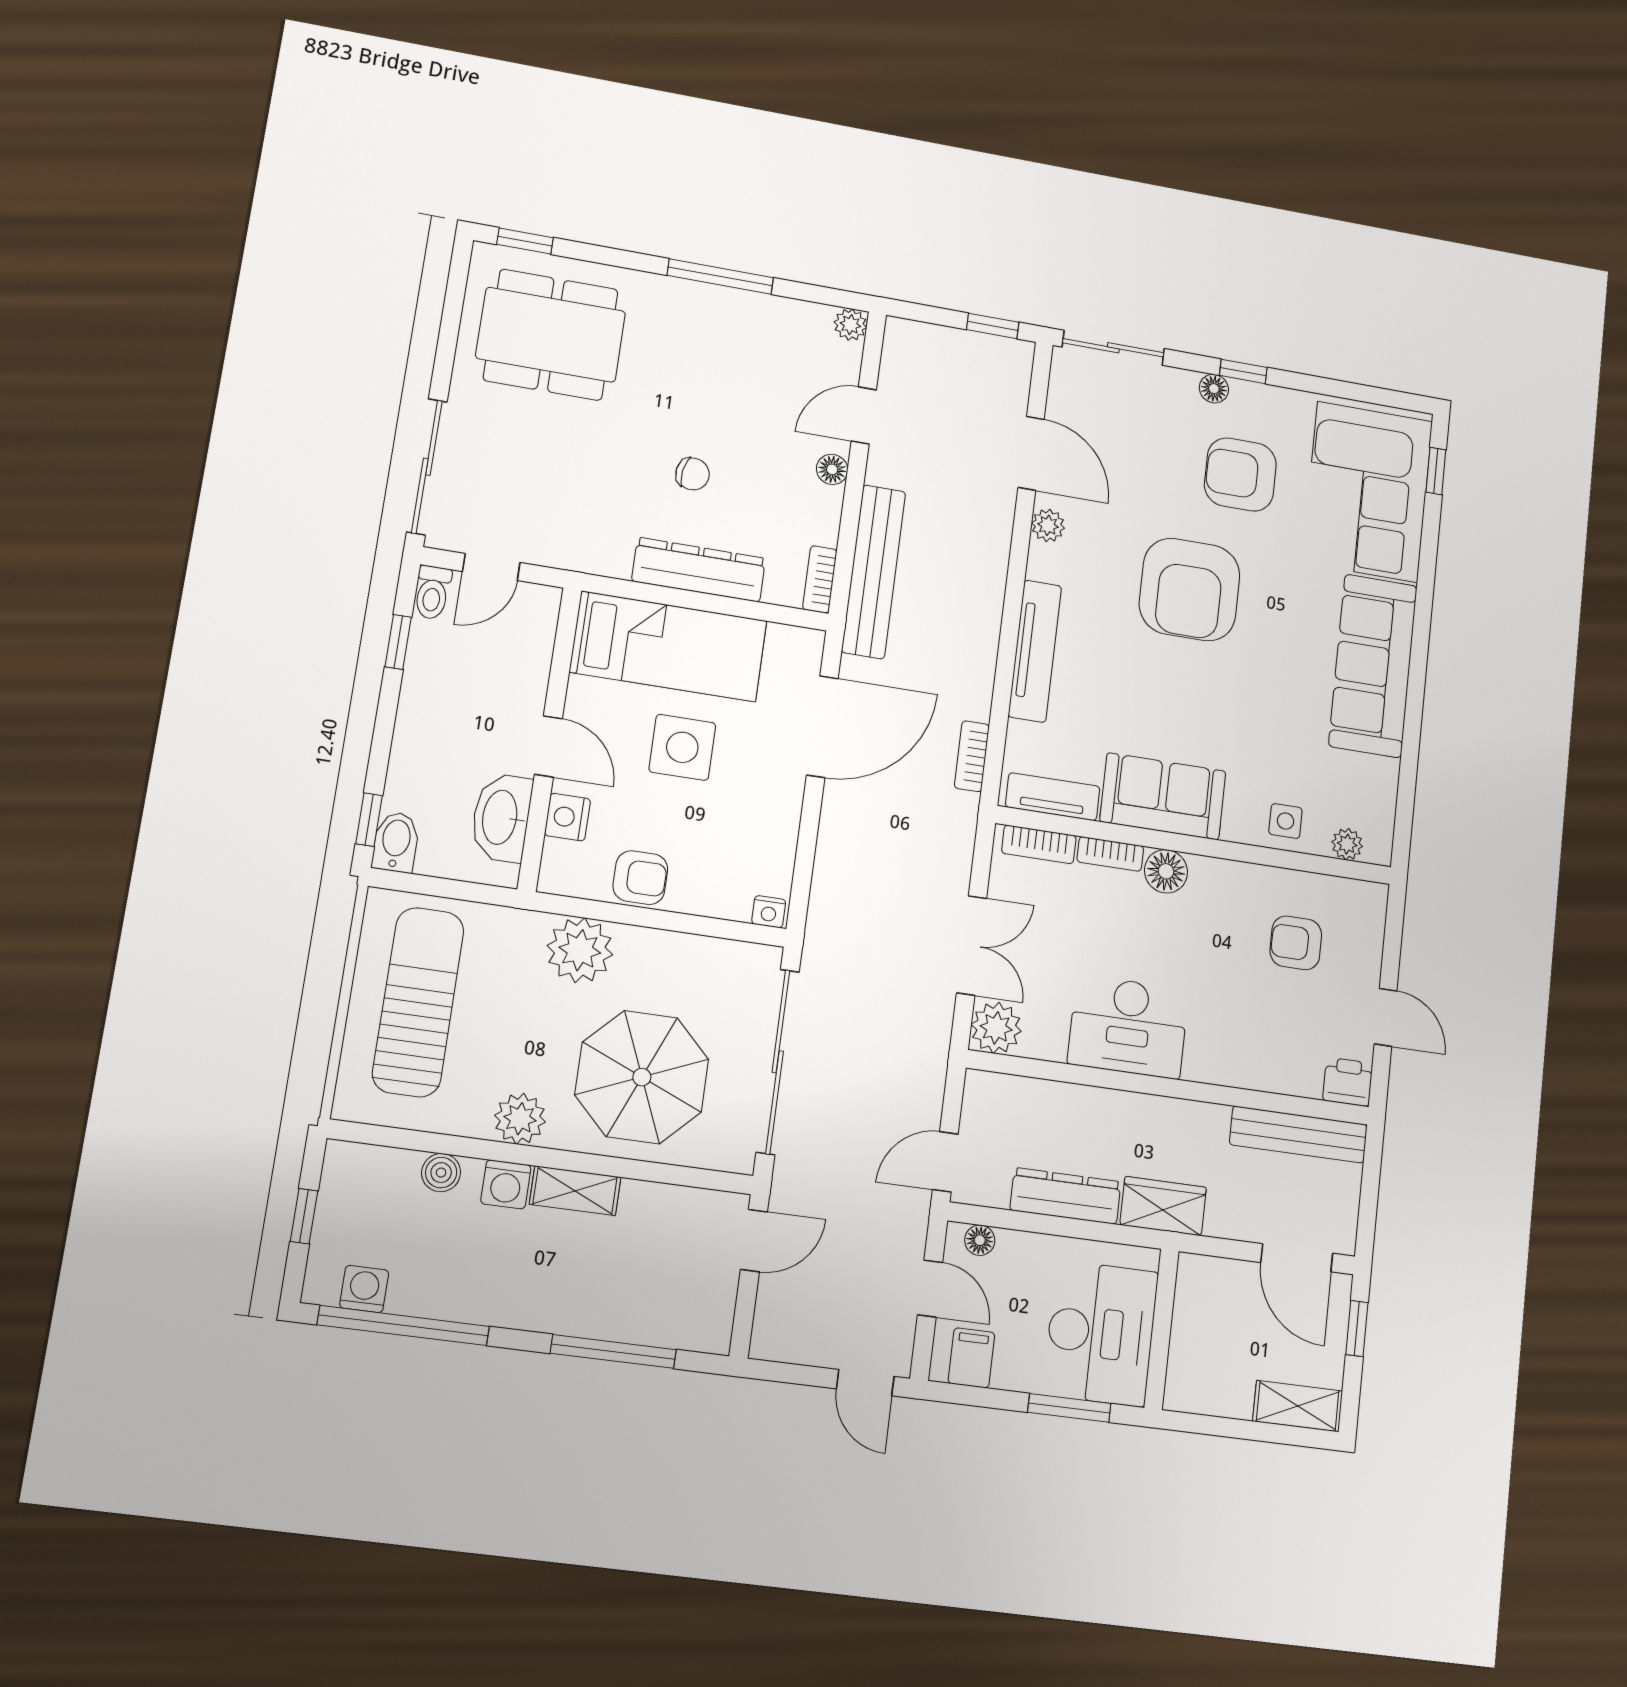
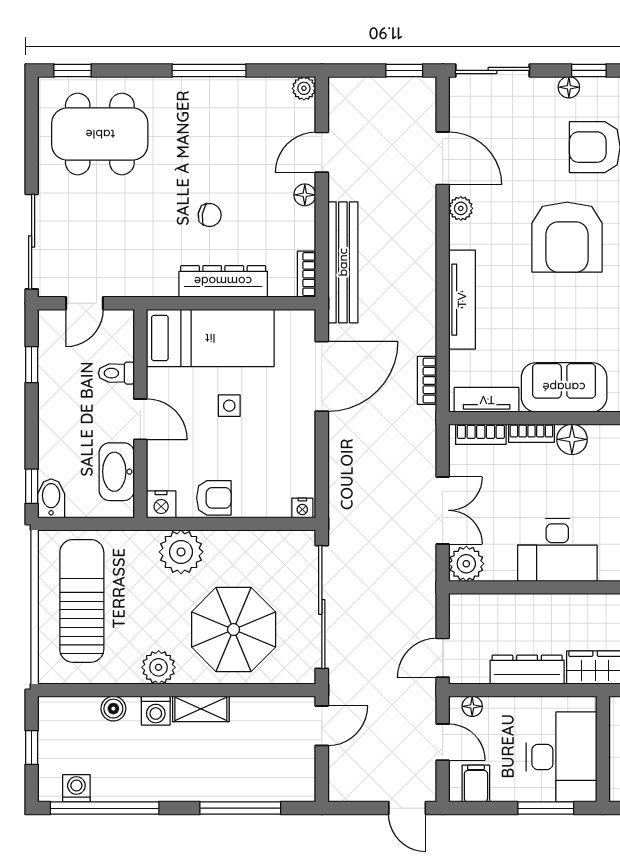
toilet: (432, 592) -> (116, 373), moved, turned 90
side table: (682, 747) -> (229, 406), width x0.54, depth x0.54
nightstand: (567, 817) -> (161, 504), moved, turned -90

